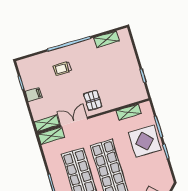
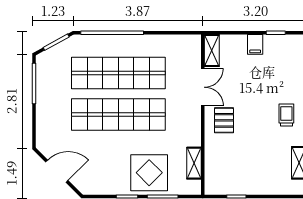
trolley: (62, 68) -> (286, 115), moved
pallet: (93, 100) -> (224, 120), turned 90
shelving: (51, 136) -> (194, 51), removed

